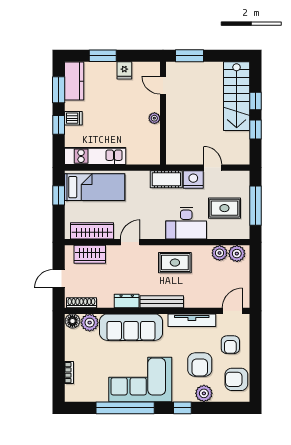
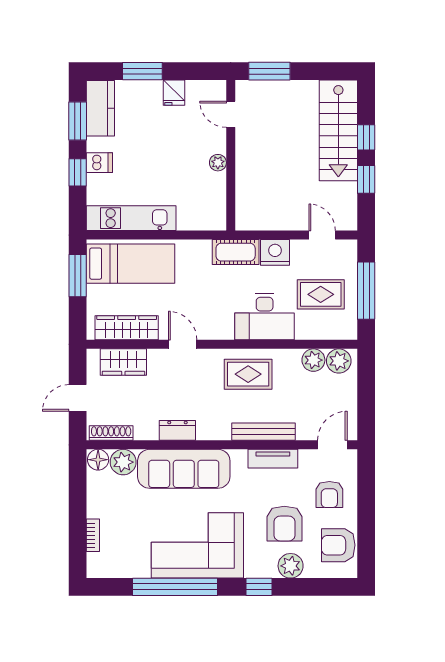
door: (213, 168) -> (322, 235), moved
window: (59, 195) -> (78, 276), width x1.50
door: (130, 242) -> (183, 344), hinge flipped
bench: (162, 302) -> (263, 432), moved
tv unit: (192, 320) -> (273, 459), width x0.71

